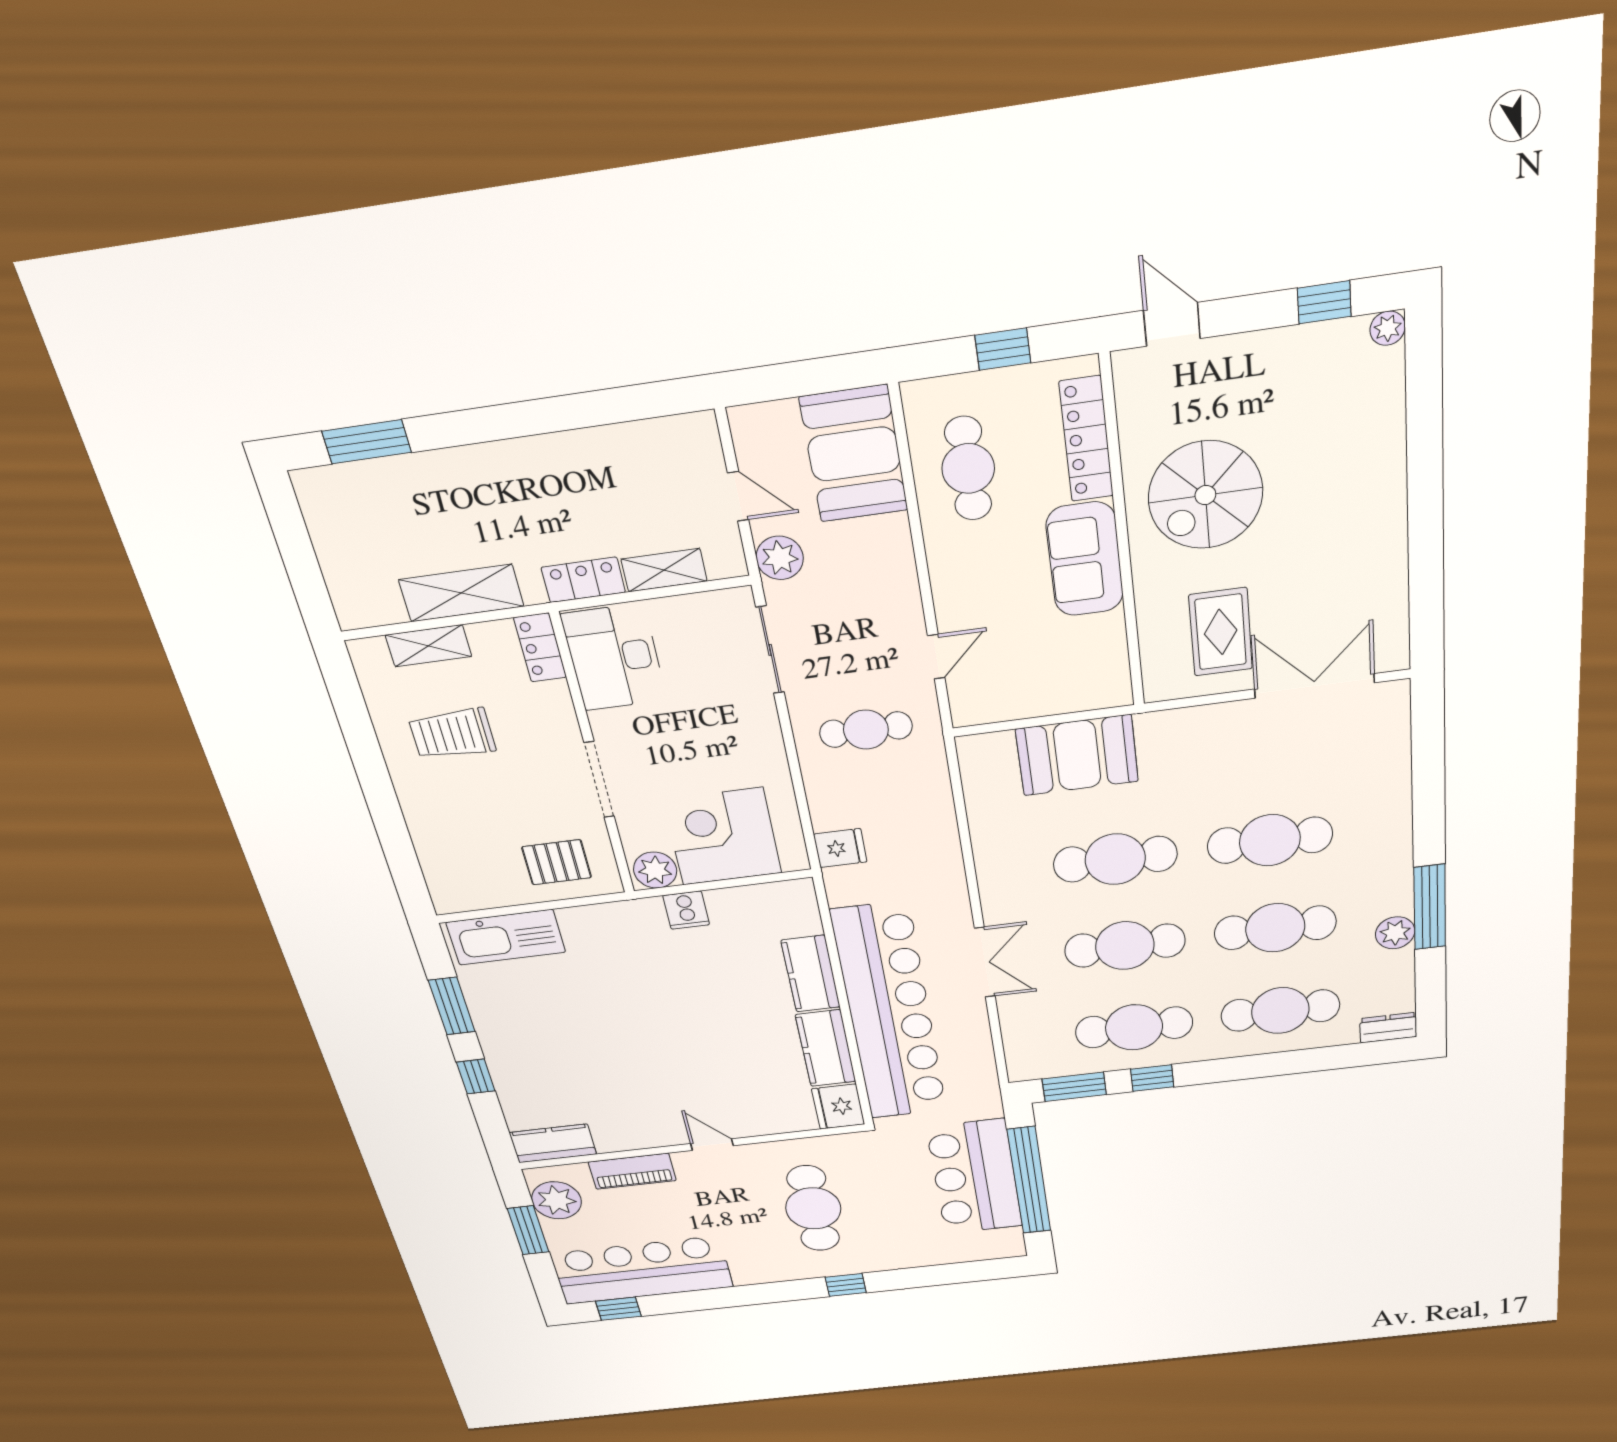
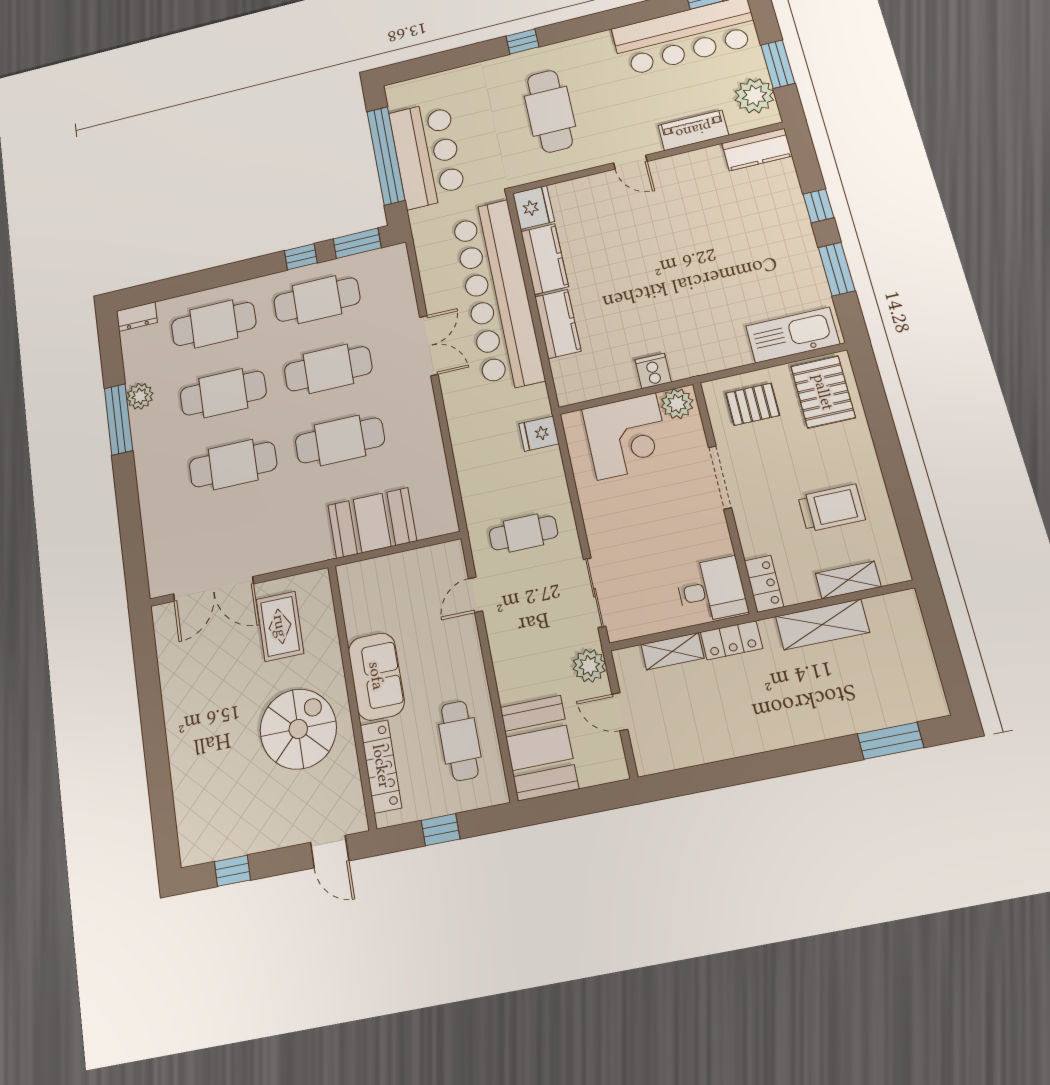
plant: (1388, 328) -> (190, 854), removed
desk: (614, 657) -> (711, 590), width x0.73
pallet: (466, 870) -> (823, 392), added
double door: (985, 962) -> (429, 346), swing flipped

